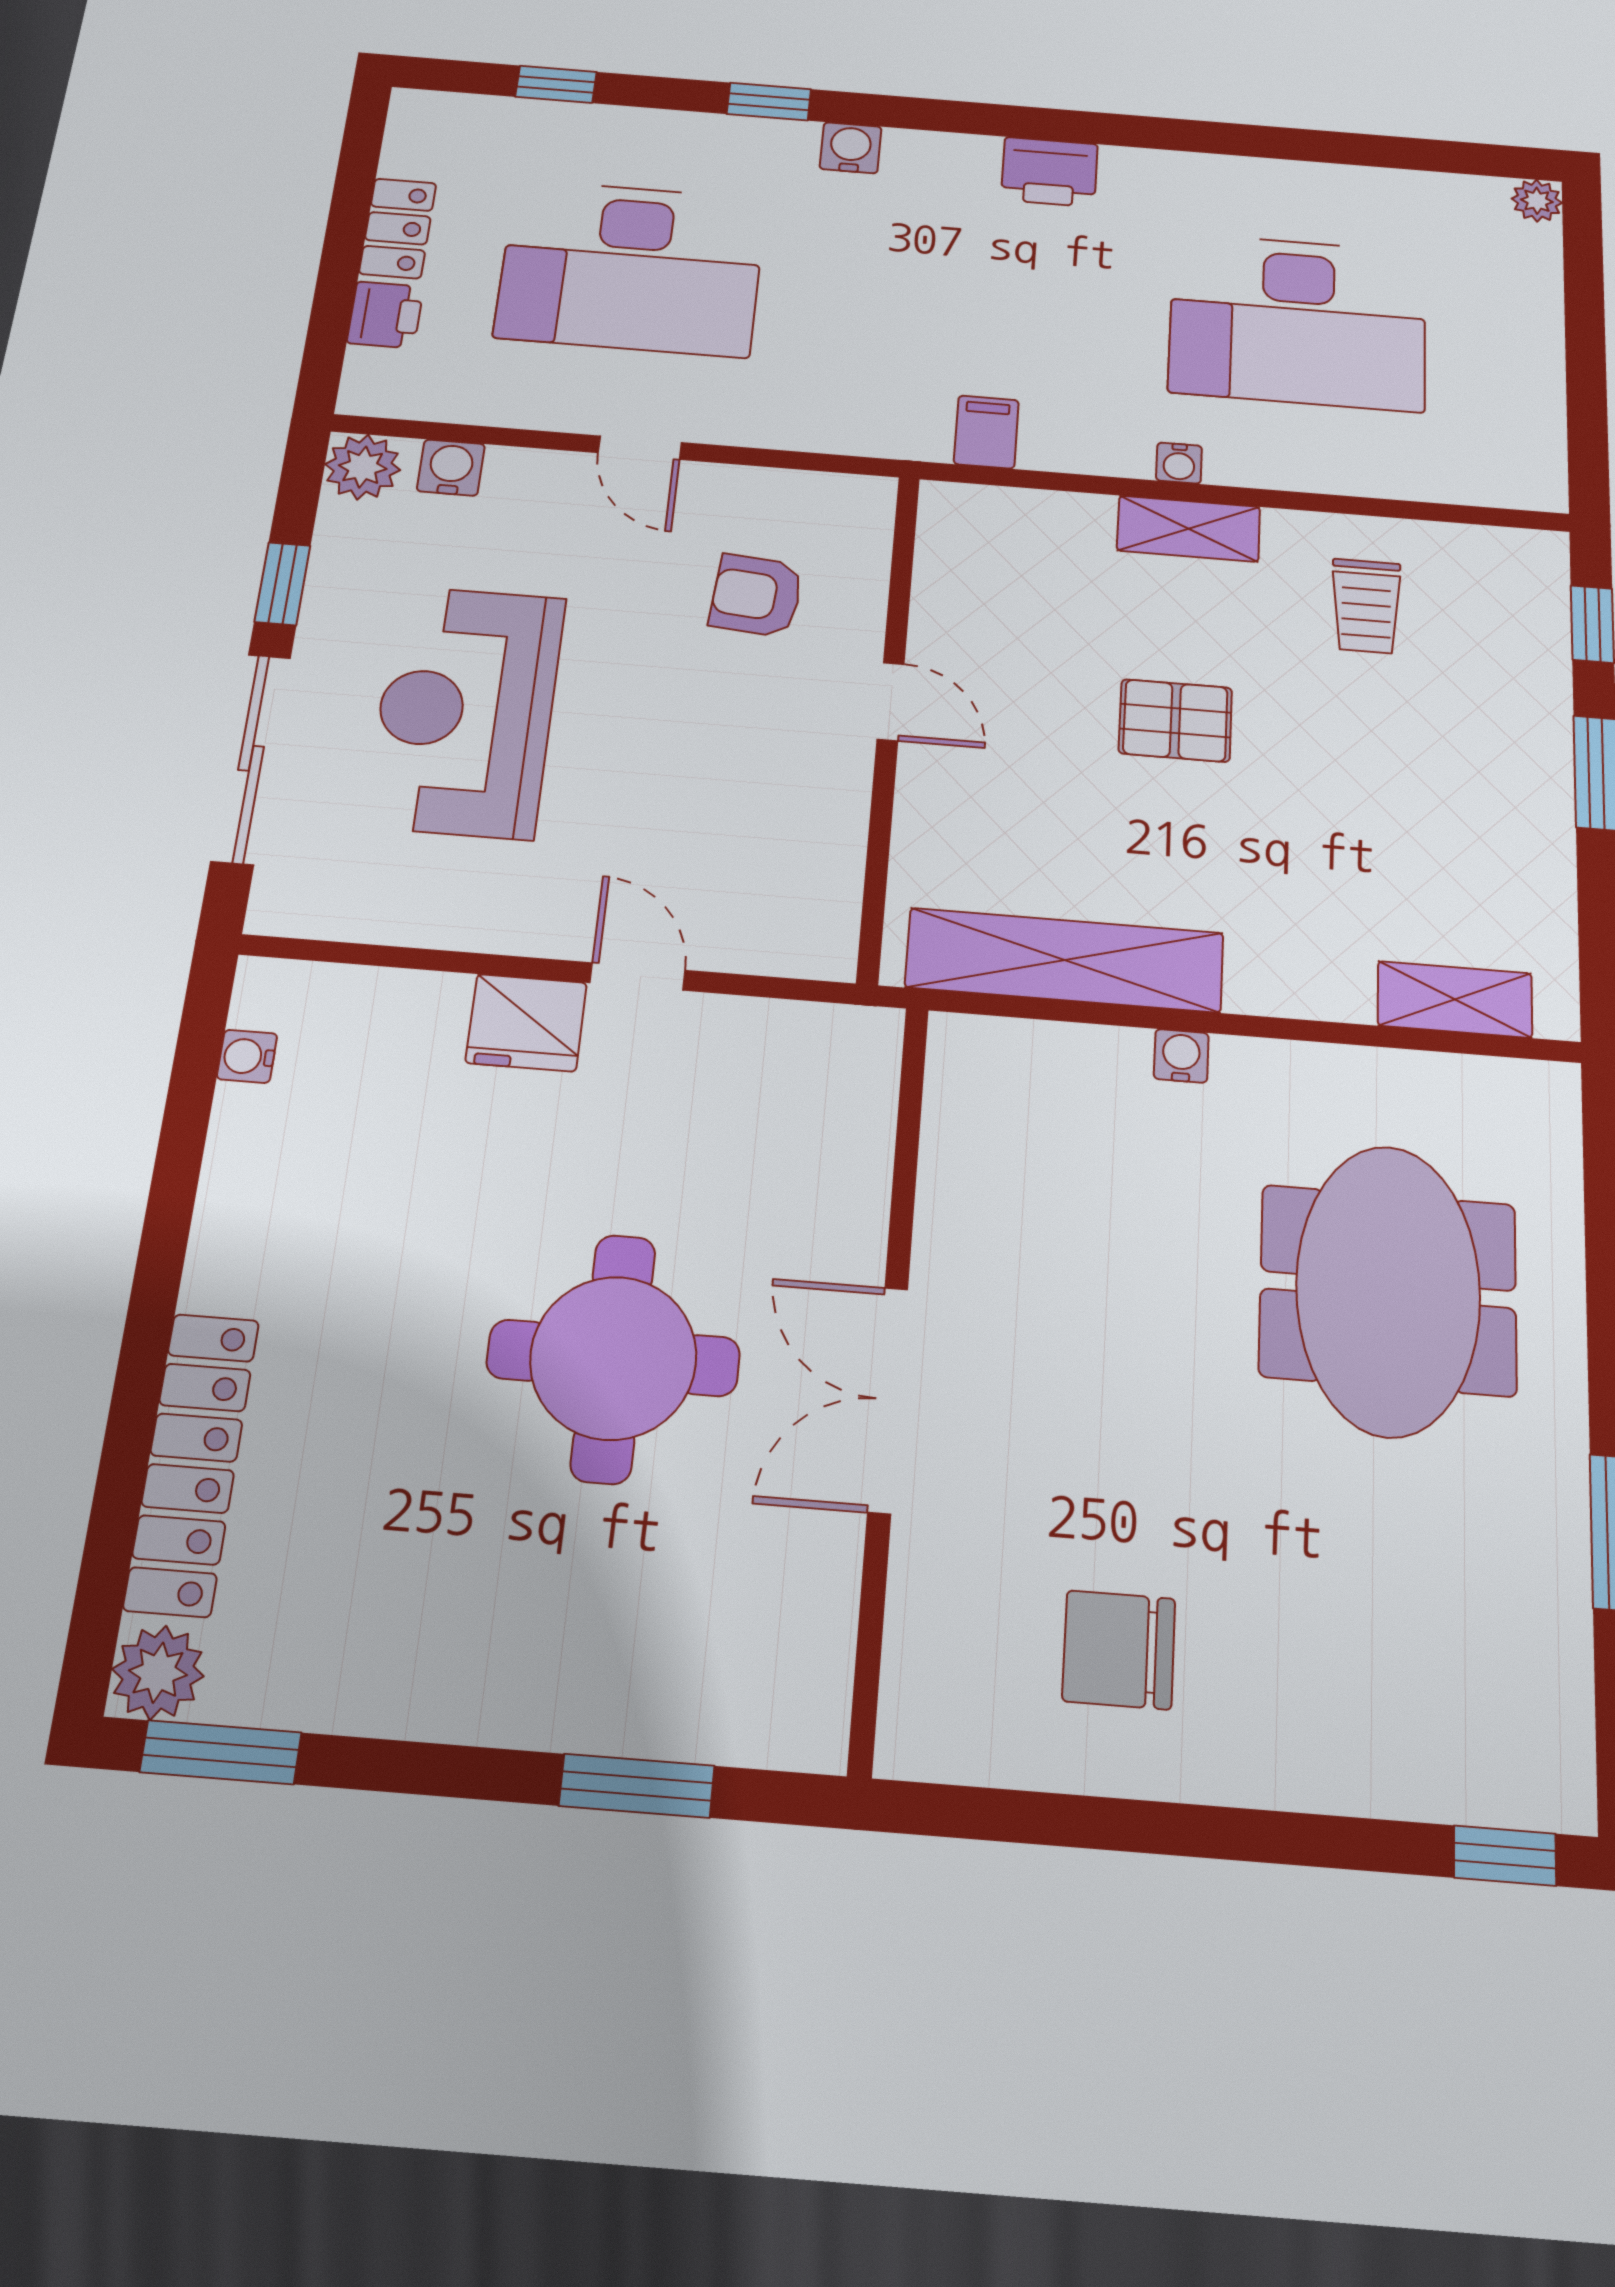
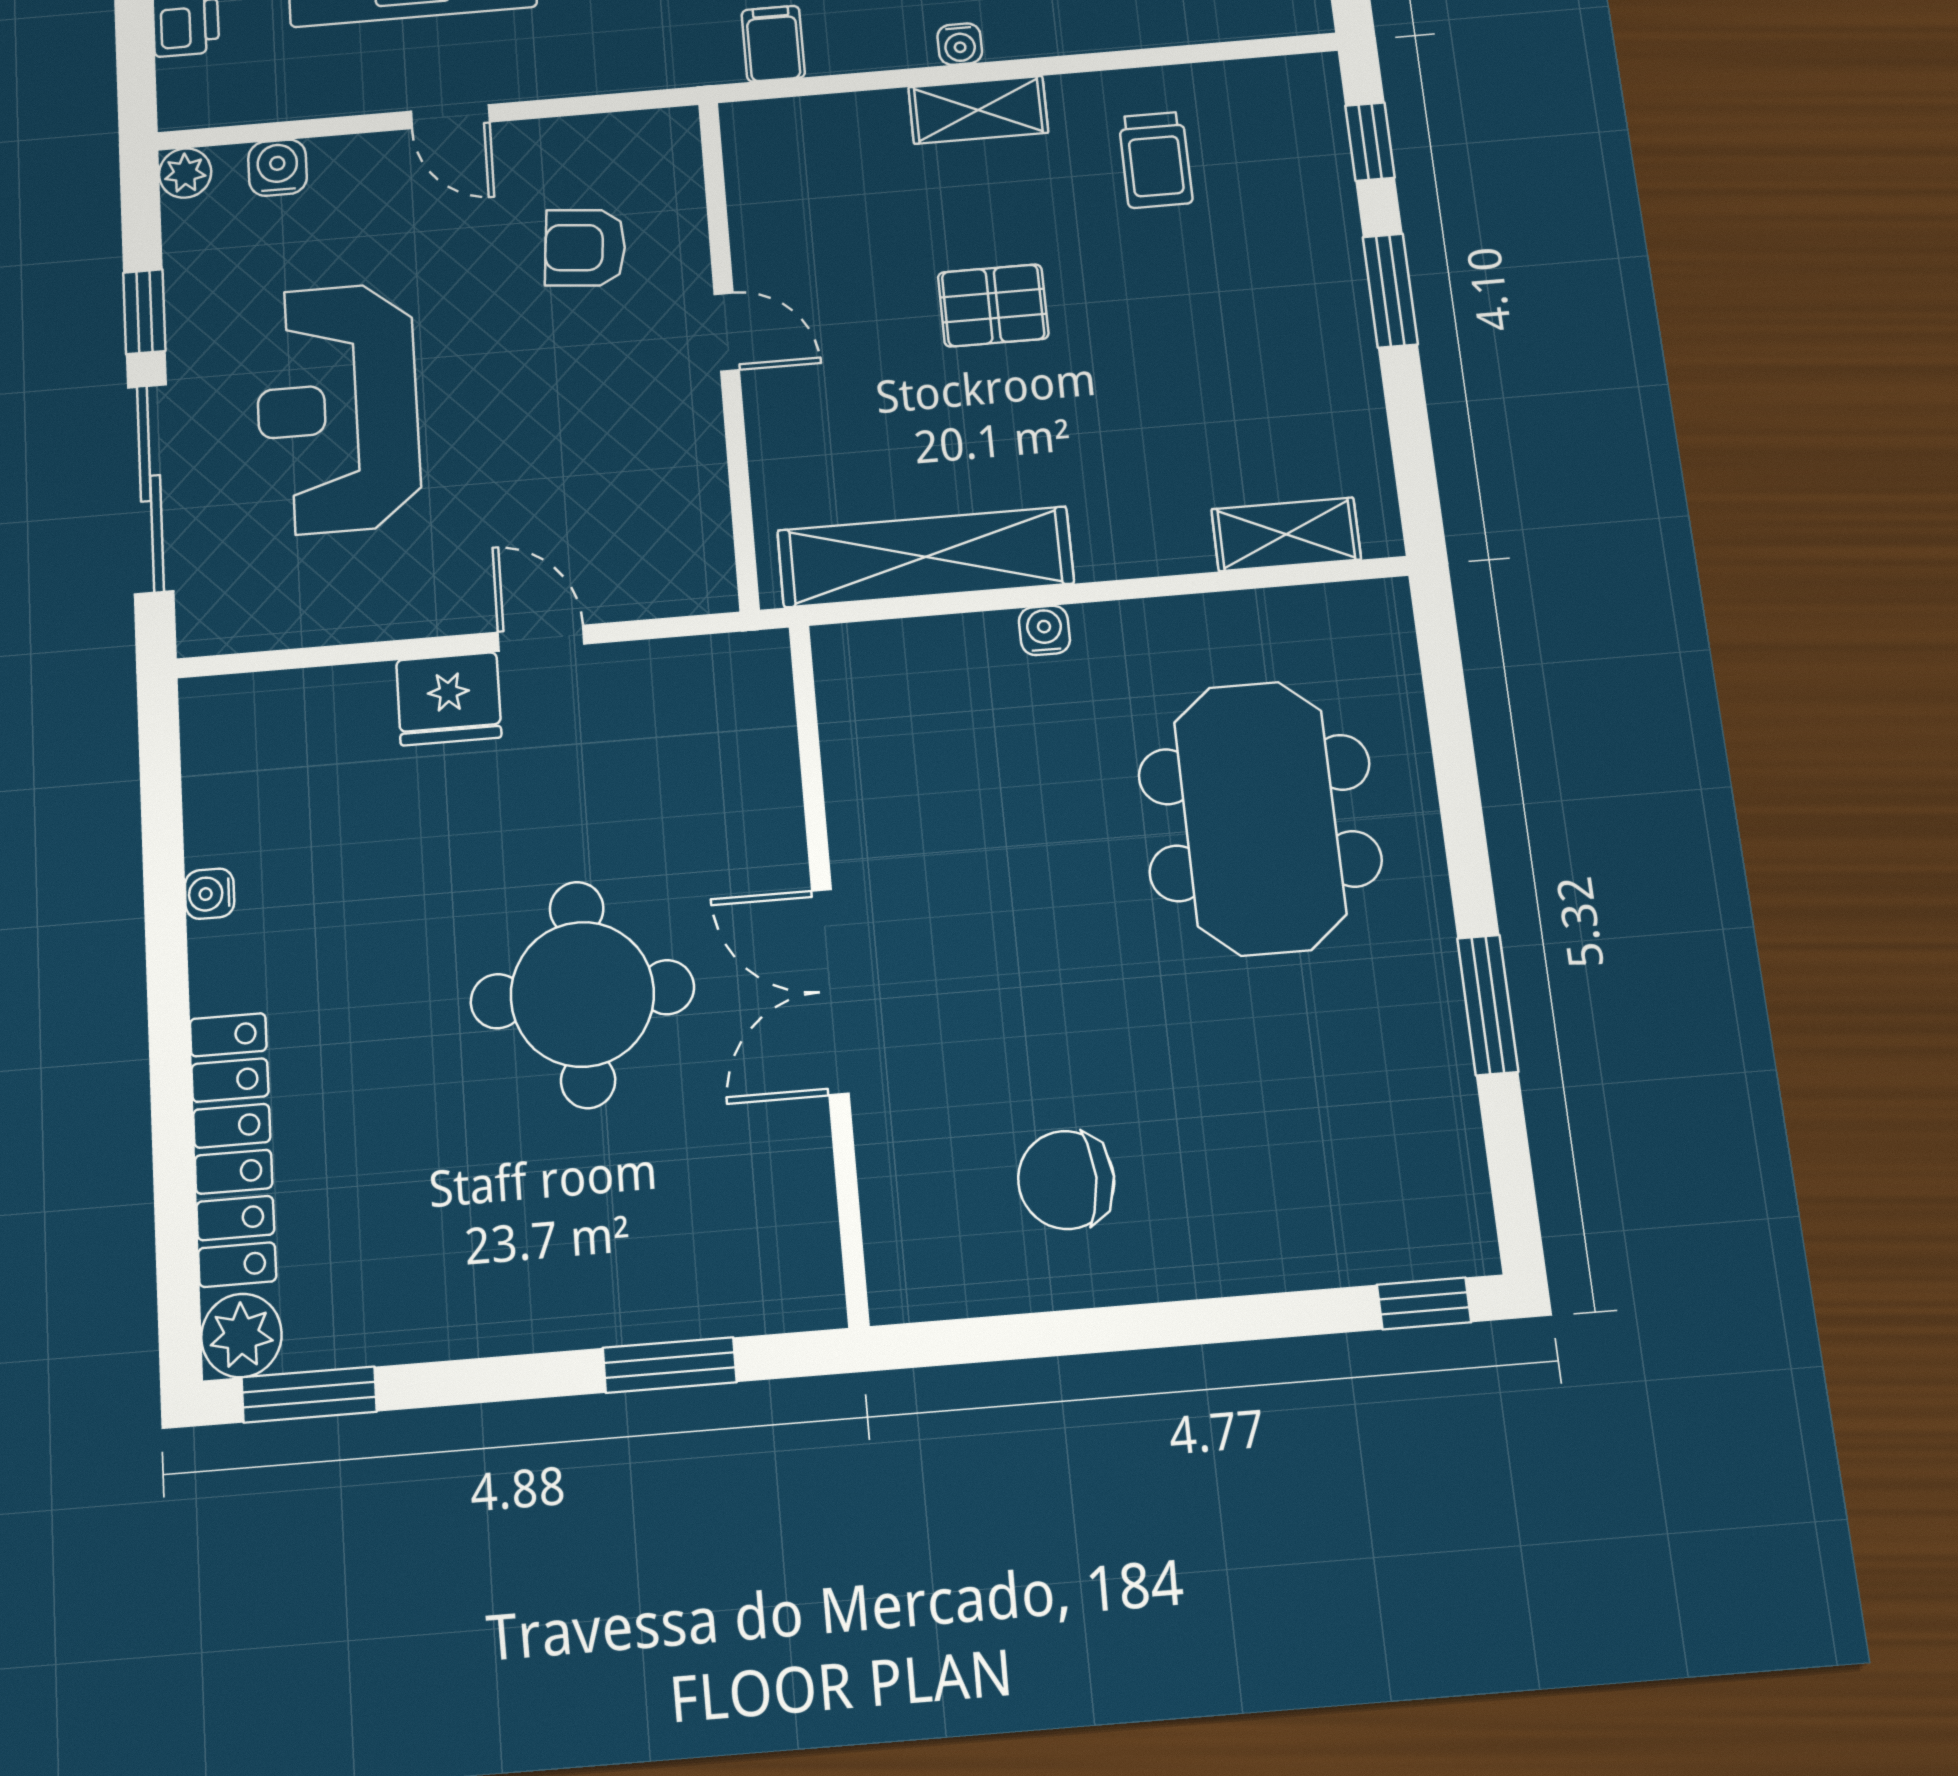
plant: (363, 467) -> (185, 173), width x0.73, depth x0.73
water cooler: (247, 1056) -> (210, 894), moved

